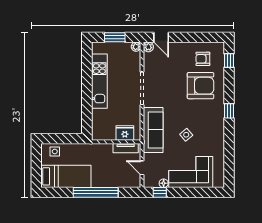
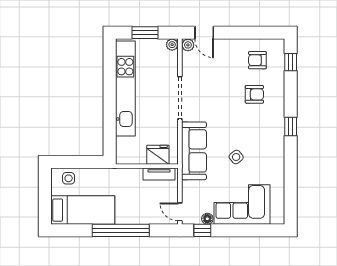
kitchen unit: (99, 81) -> (125, 89), width x1.36
armchair: (201, 86) -> (254, 94), width x0.53, depth x0.53
door: (142, 168) -> (180, 212), moved

